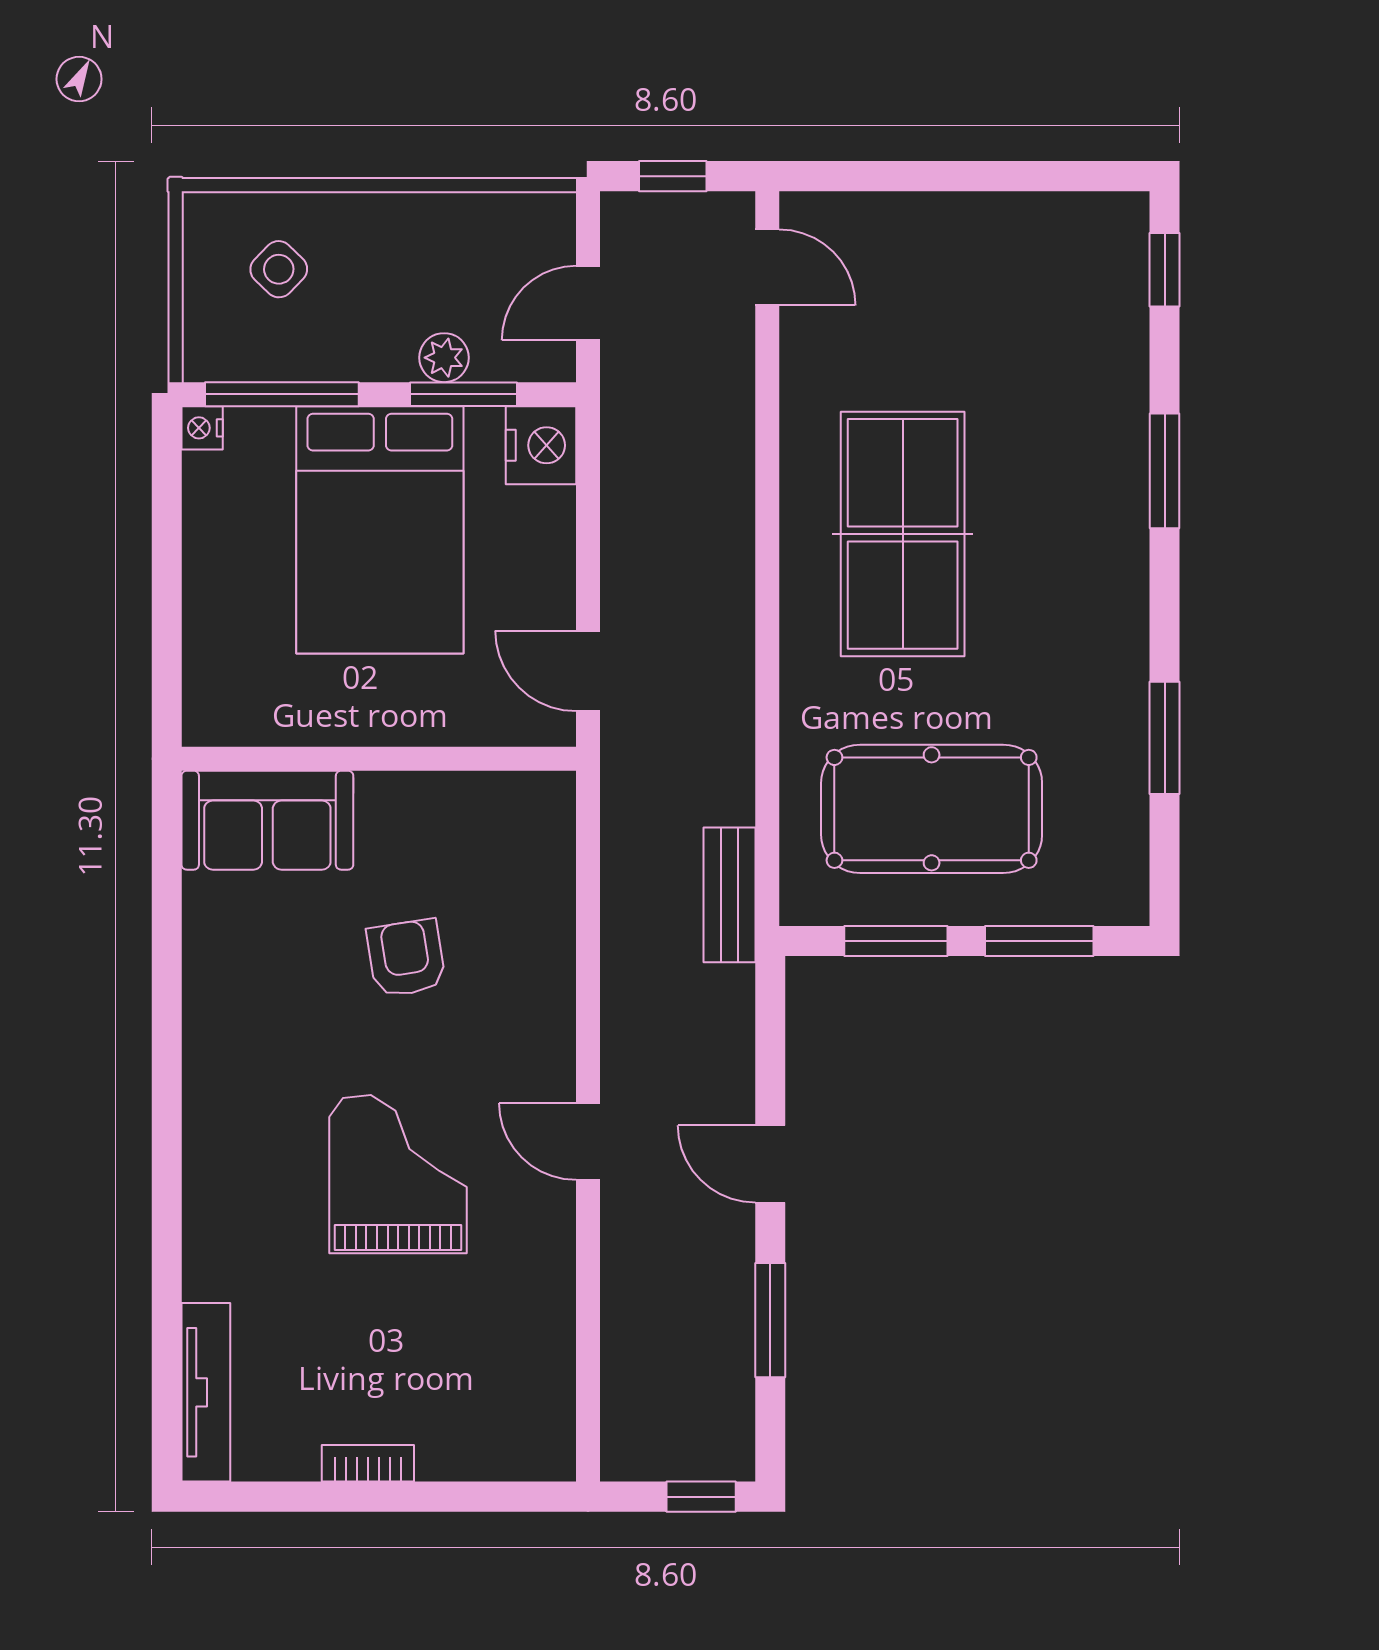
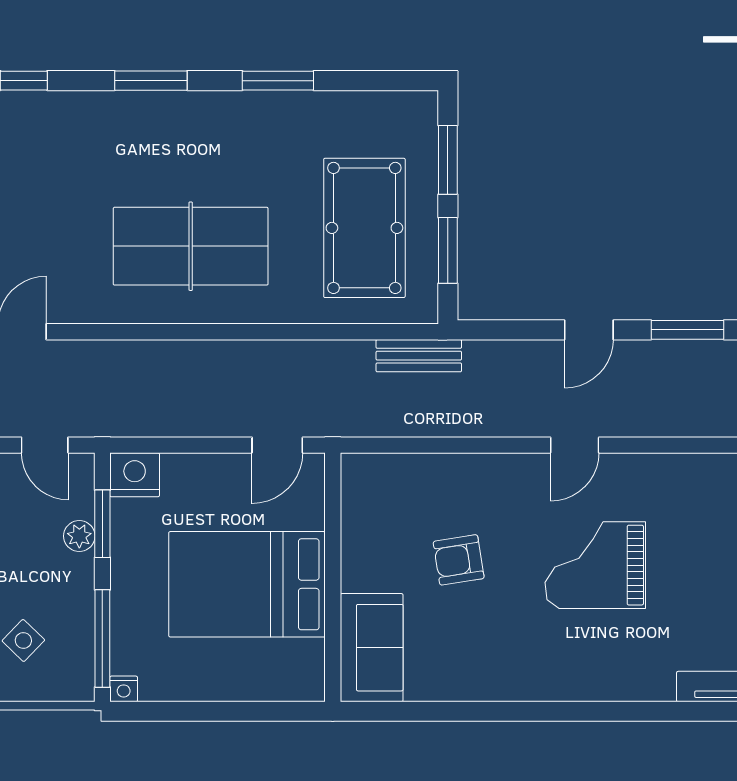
bed: (380, 530) -> (247, 584), moved, turned 180
window: (1165, 738) -> (278, 81), moved

